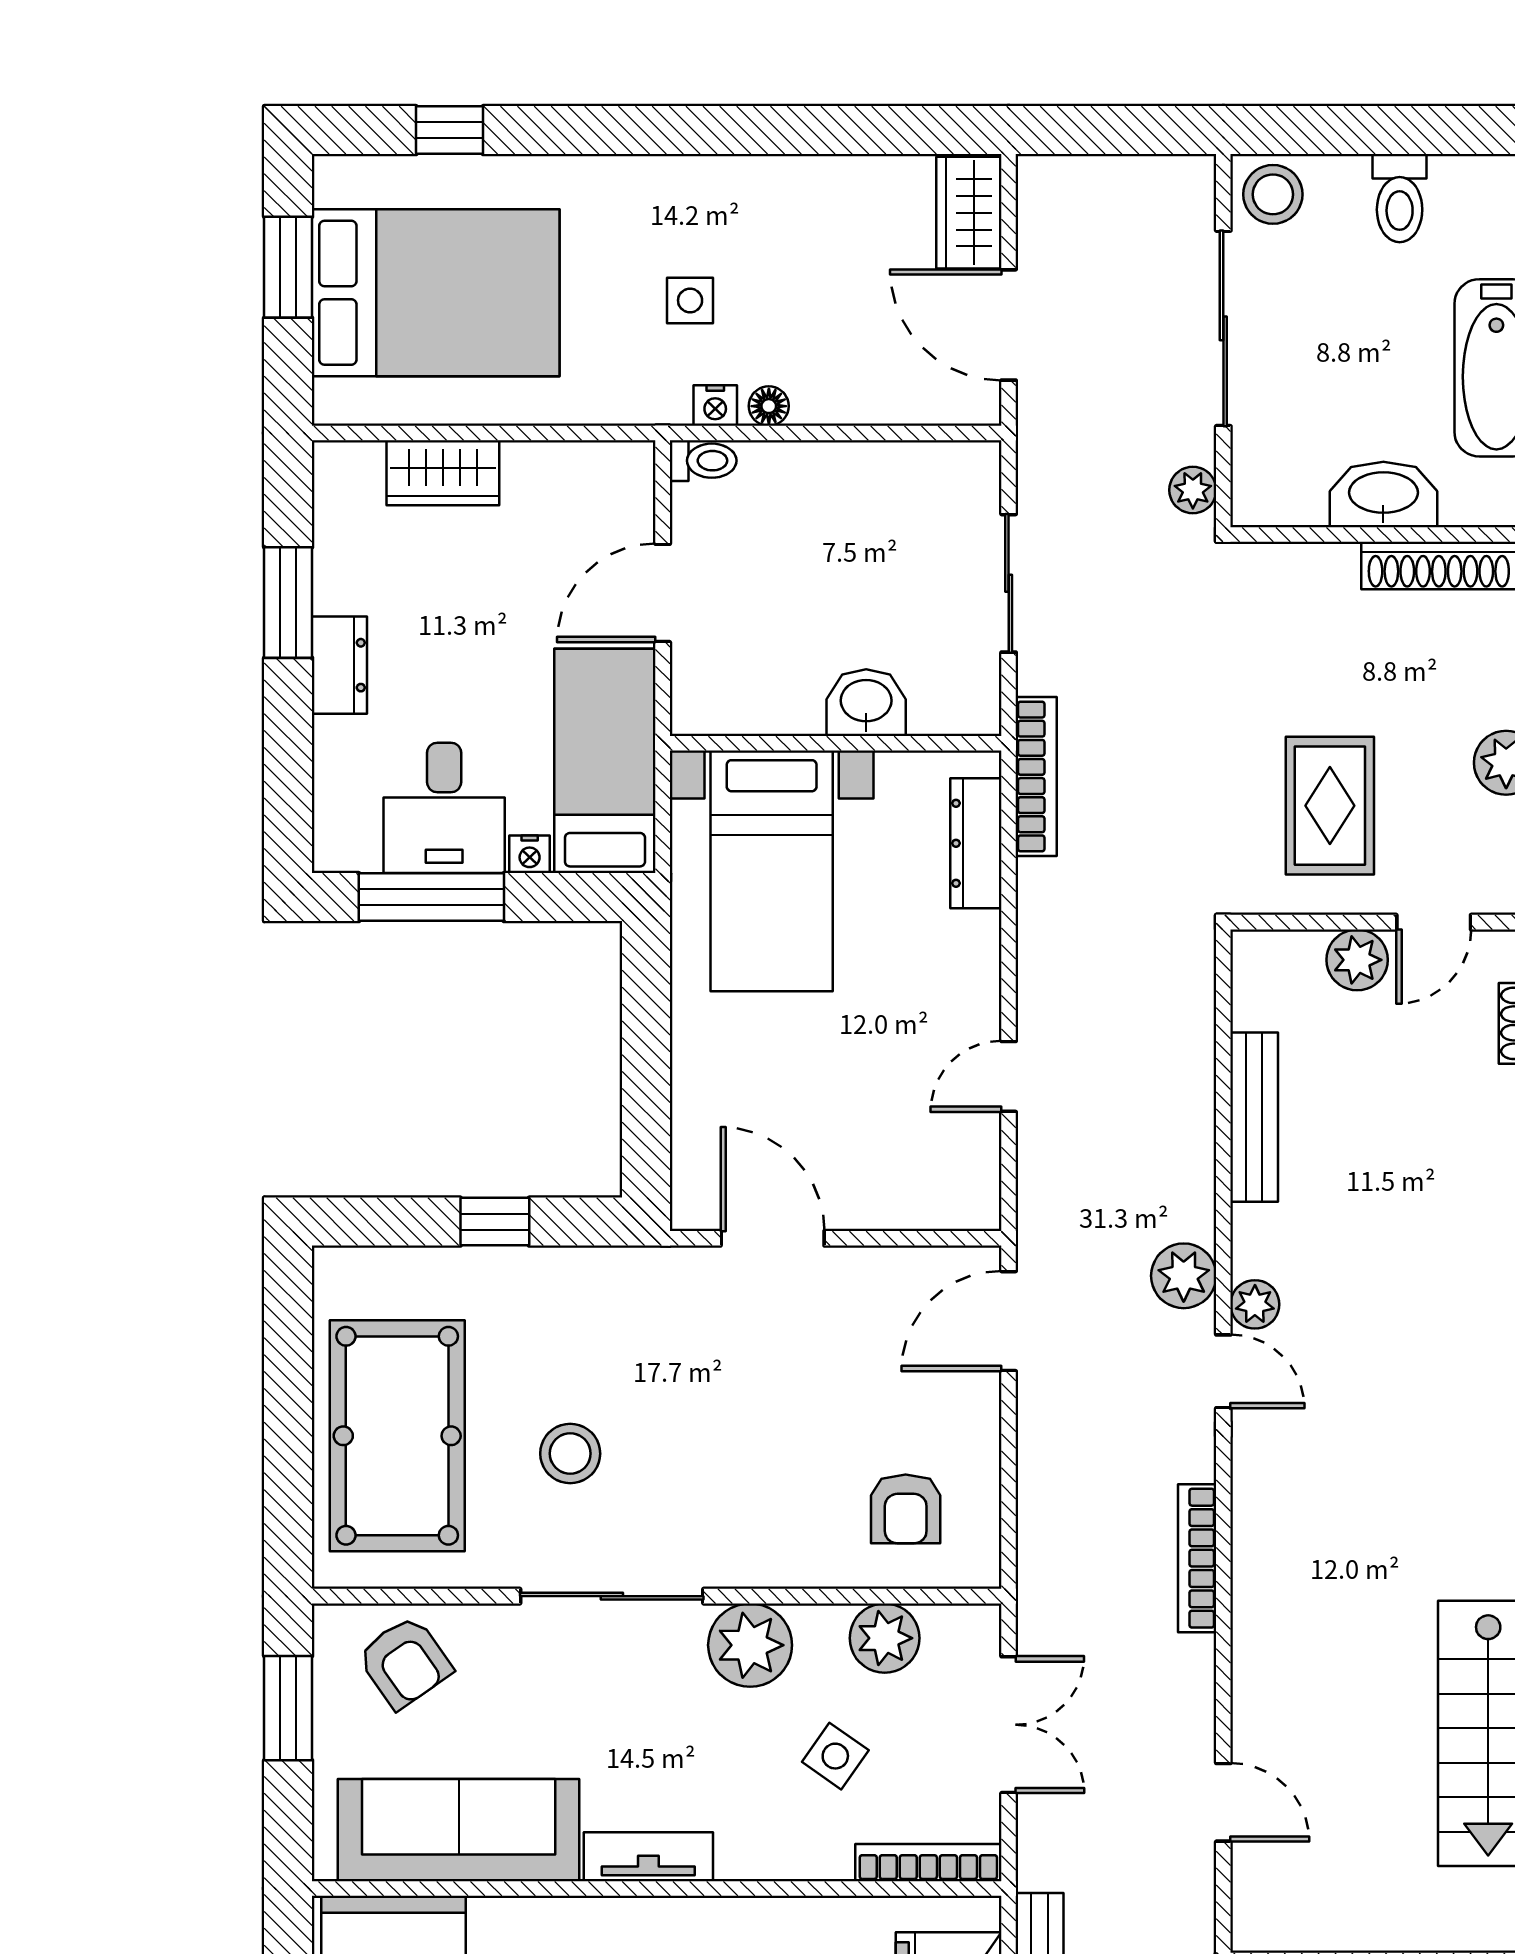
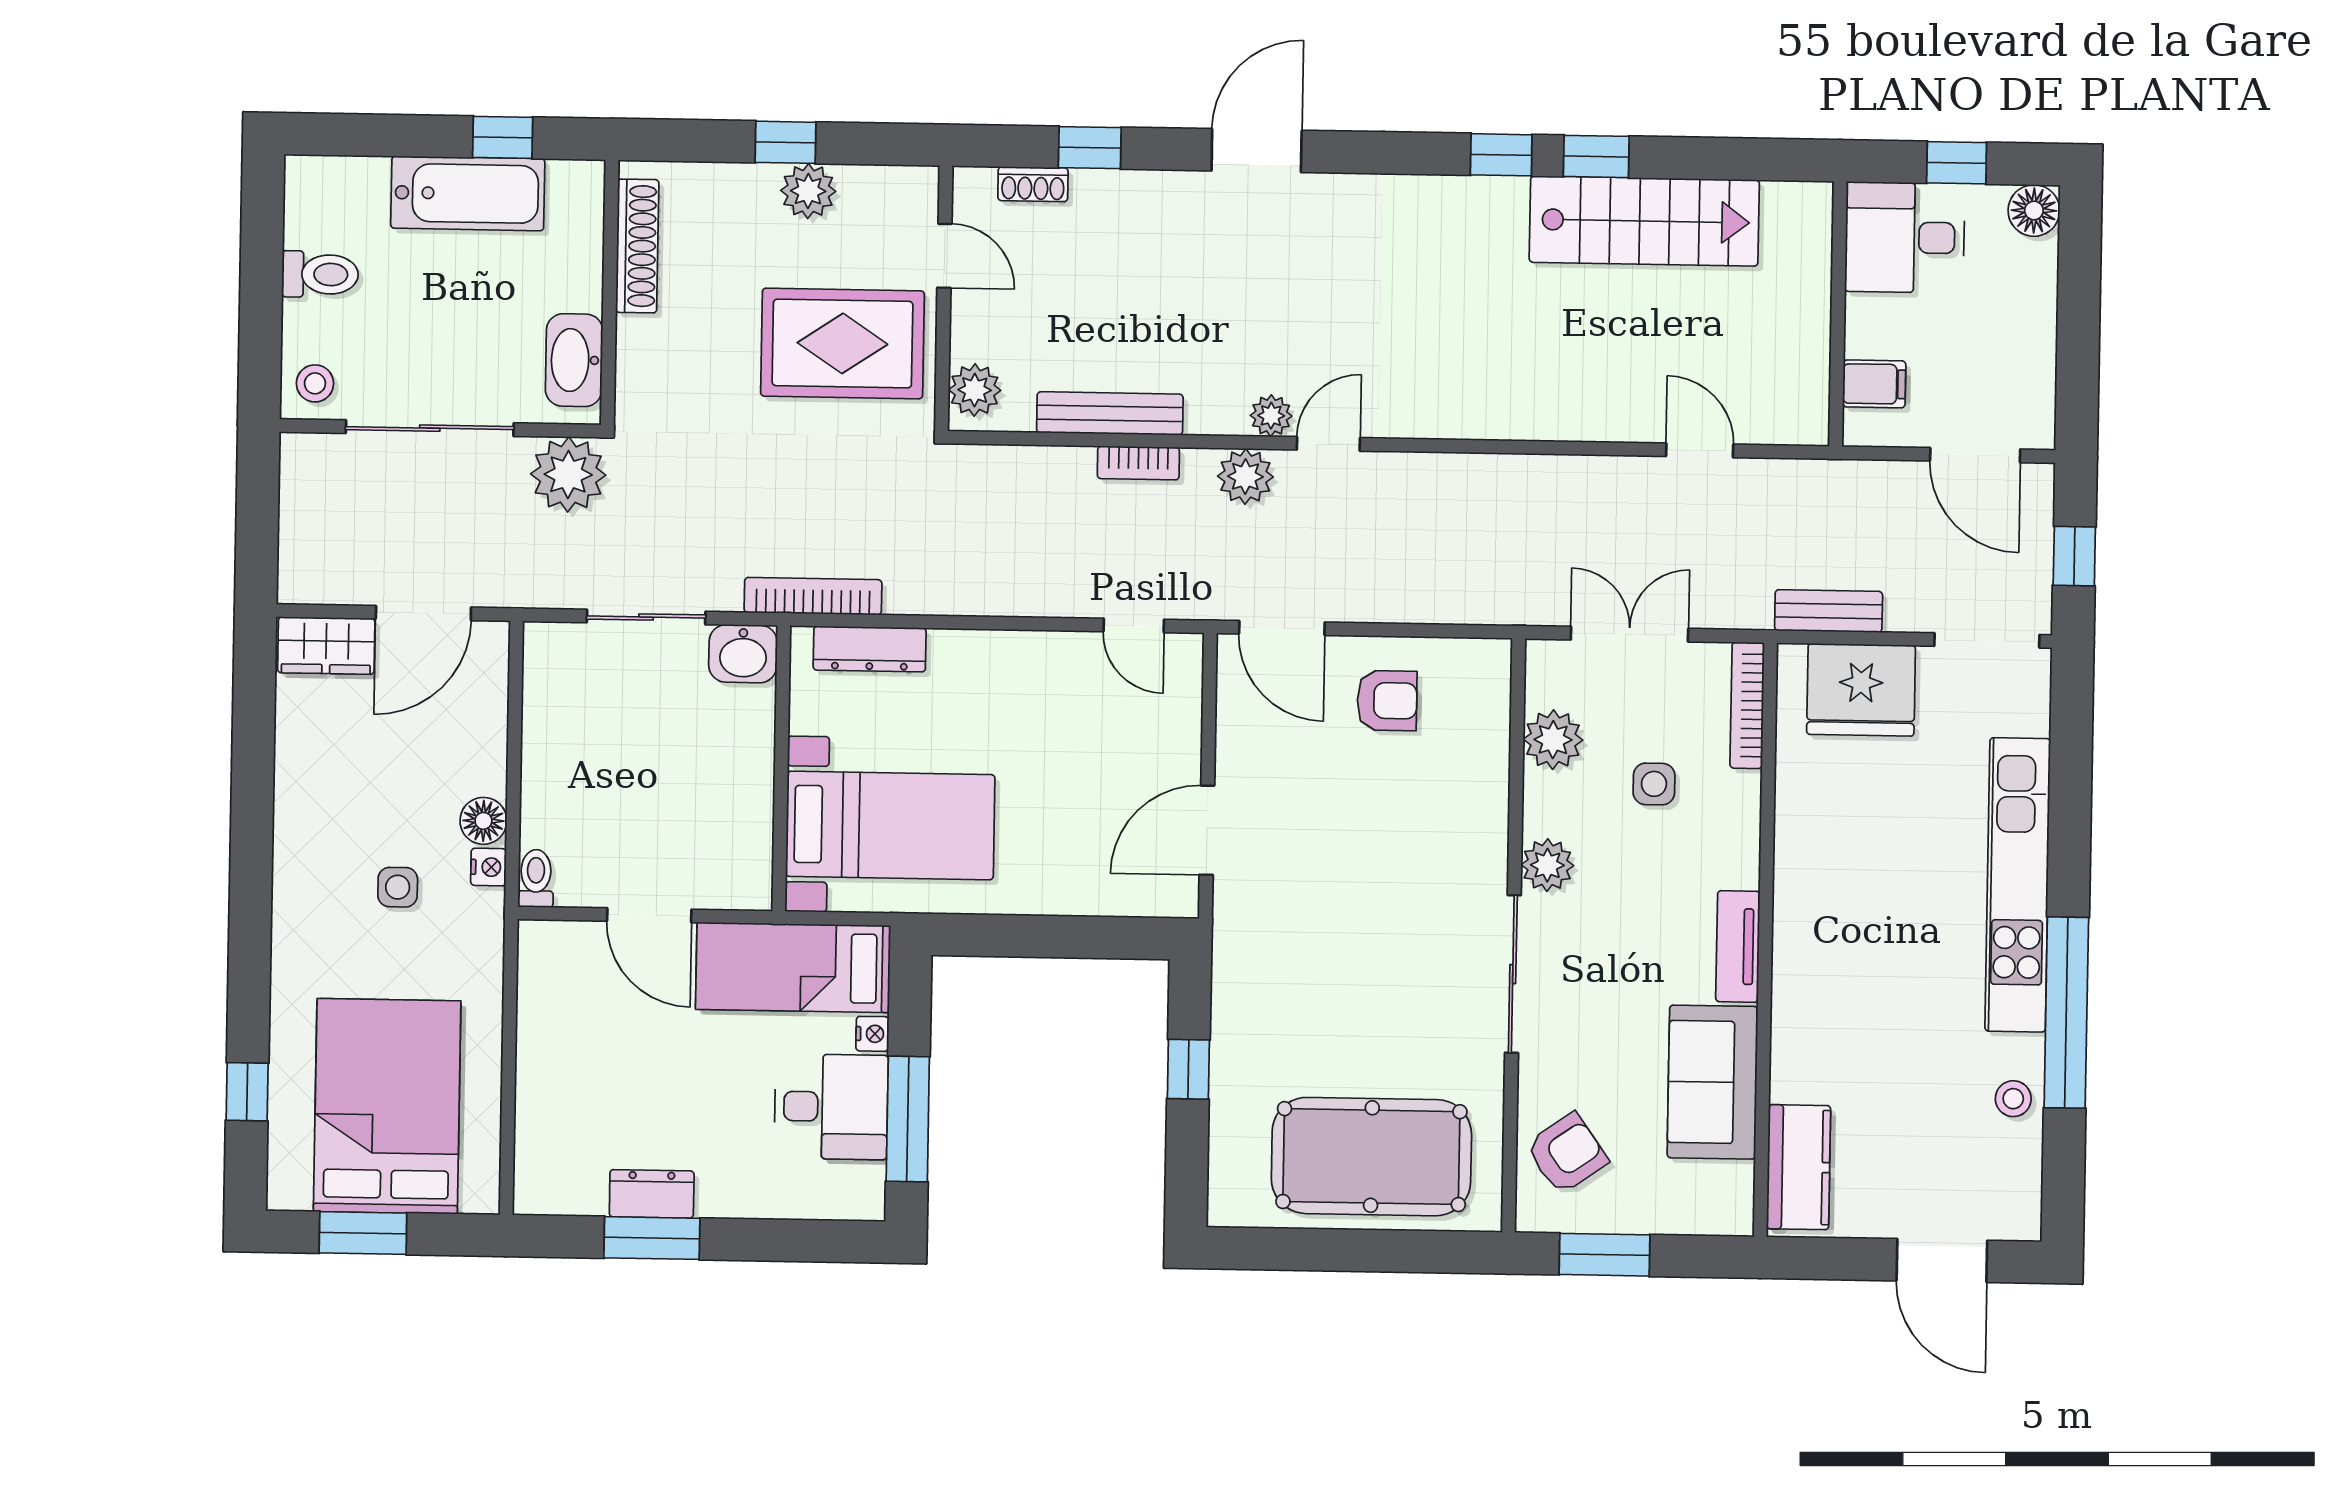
stool: (1273, 194) -> (315, 383), width x0.73, depth x0.73
floor lamp: (769, 406) -> (483, 821), width x1.37, depth x1.37
wardrobe: (443, 473) -> (542, 1103), removed
plant: (1193, 490) -> (568, 474), width x1.87, depth x1.87
washbasin: (1383, 495) -> (574, 360), moved
dresser: (339, 665) -> (652, 1194), moved
washbasin: (866, 703) -> (743, 654), moved, turned -90
rug: (1330, 806) -> (842, 343), width x1.36, depth x1.43
plant: (1357, 960) -> (975, 390), moved
door: (1009, 1076) -> (1134, 625), moved
stool: (570, 1454) -> (1389, 1008), removed
armchair: (906, 1509) -> (1387, 701), moved
bookcase: (1197, 1558) -> (1138, 463), moved, width x0.64
plant: (750, 1645) -> (1547, 865), width x0.73, depth x0.73
side table: (835, 1756) -> (1654, 784), turned -35
door: (1223, 1802) -> (1700, 450), hinge flipped
sofa: (459, 1830) -> (1713, 1082), width x0.73

